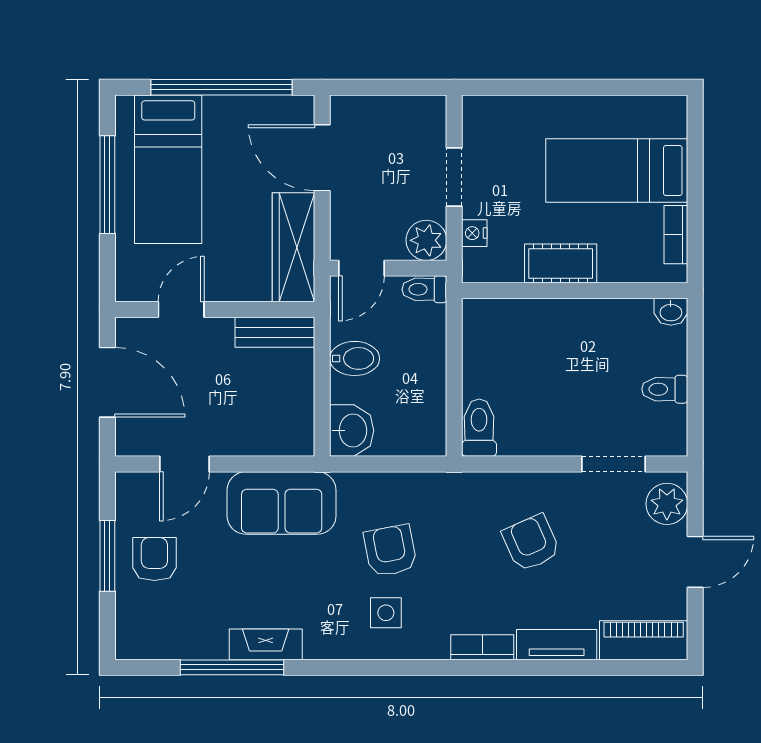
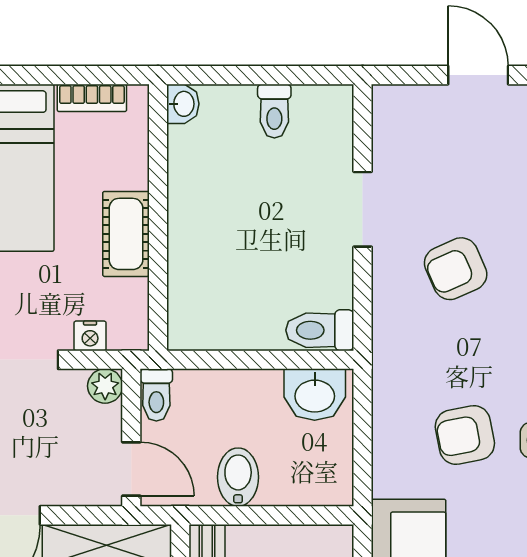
plant: (426, 240) -> (105, 386), width x0.73, depth x0.73
washbasin: (352, 431) -> (315, 395), moved, turned 180
doorway: (613, 464) -> (363, 209), moved
plant: (667, 504) -> (410, 108), removed

